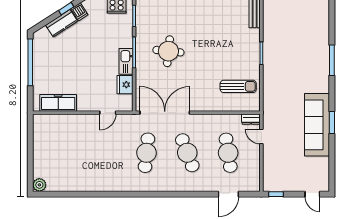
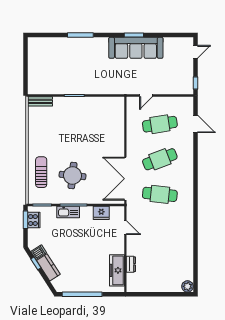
kitchen sink: (126, 61) -> (68, 212), moved
sun lounger: (238, 86) -> (41, 172), moved
dresser: (251, 119) -> (131, 264), moved

